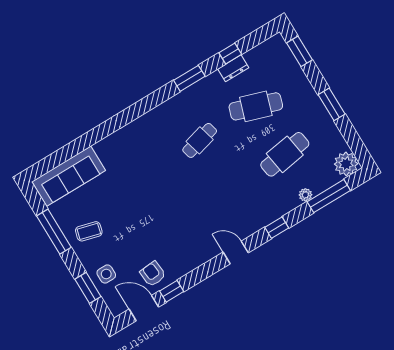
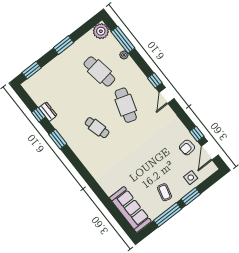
cafe table: (256, 106) -> (126, 105), moved
window: (277, 228) -> (155, 80), moved
window: (88, 288) -> (191, 196), moved

